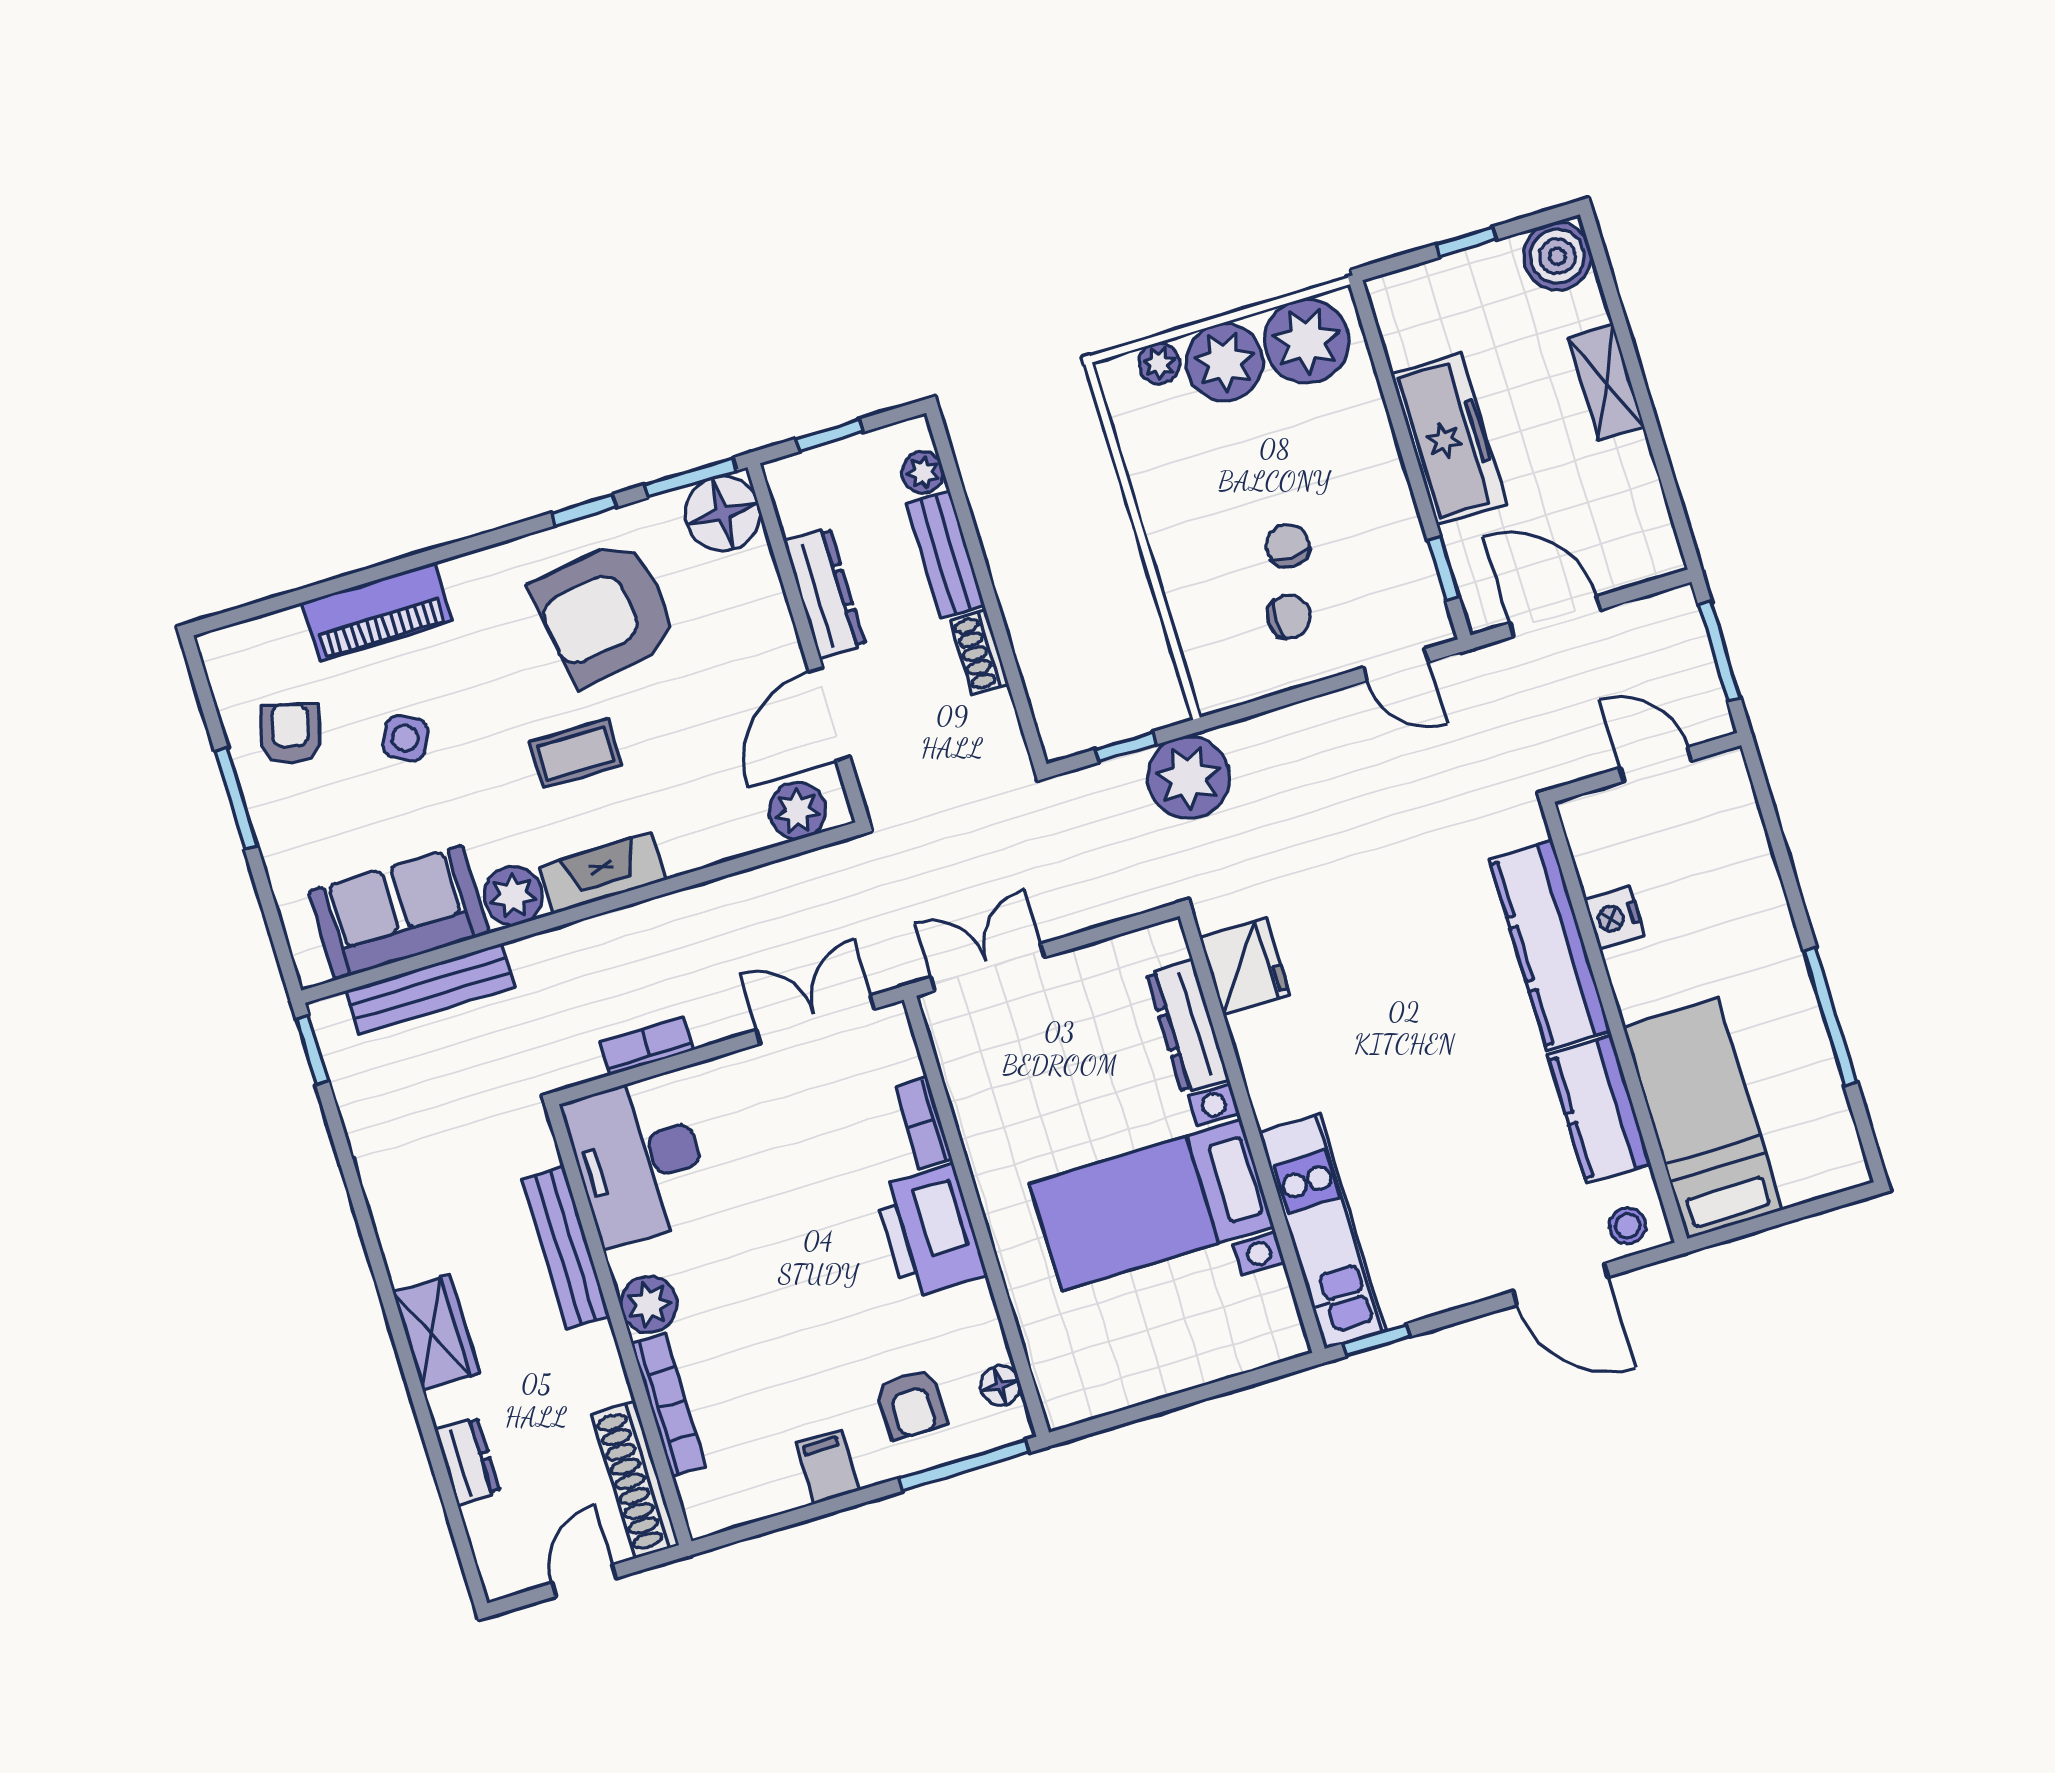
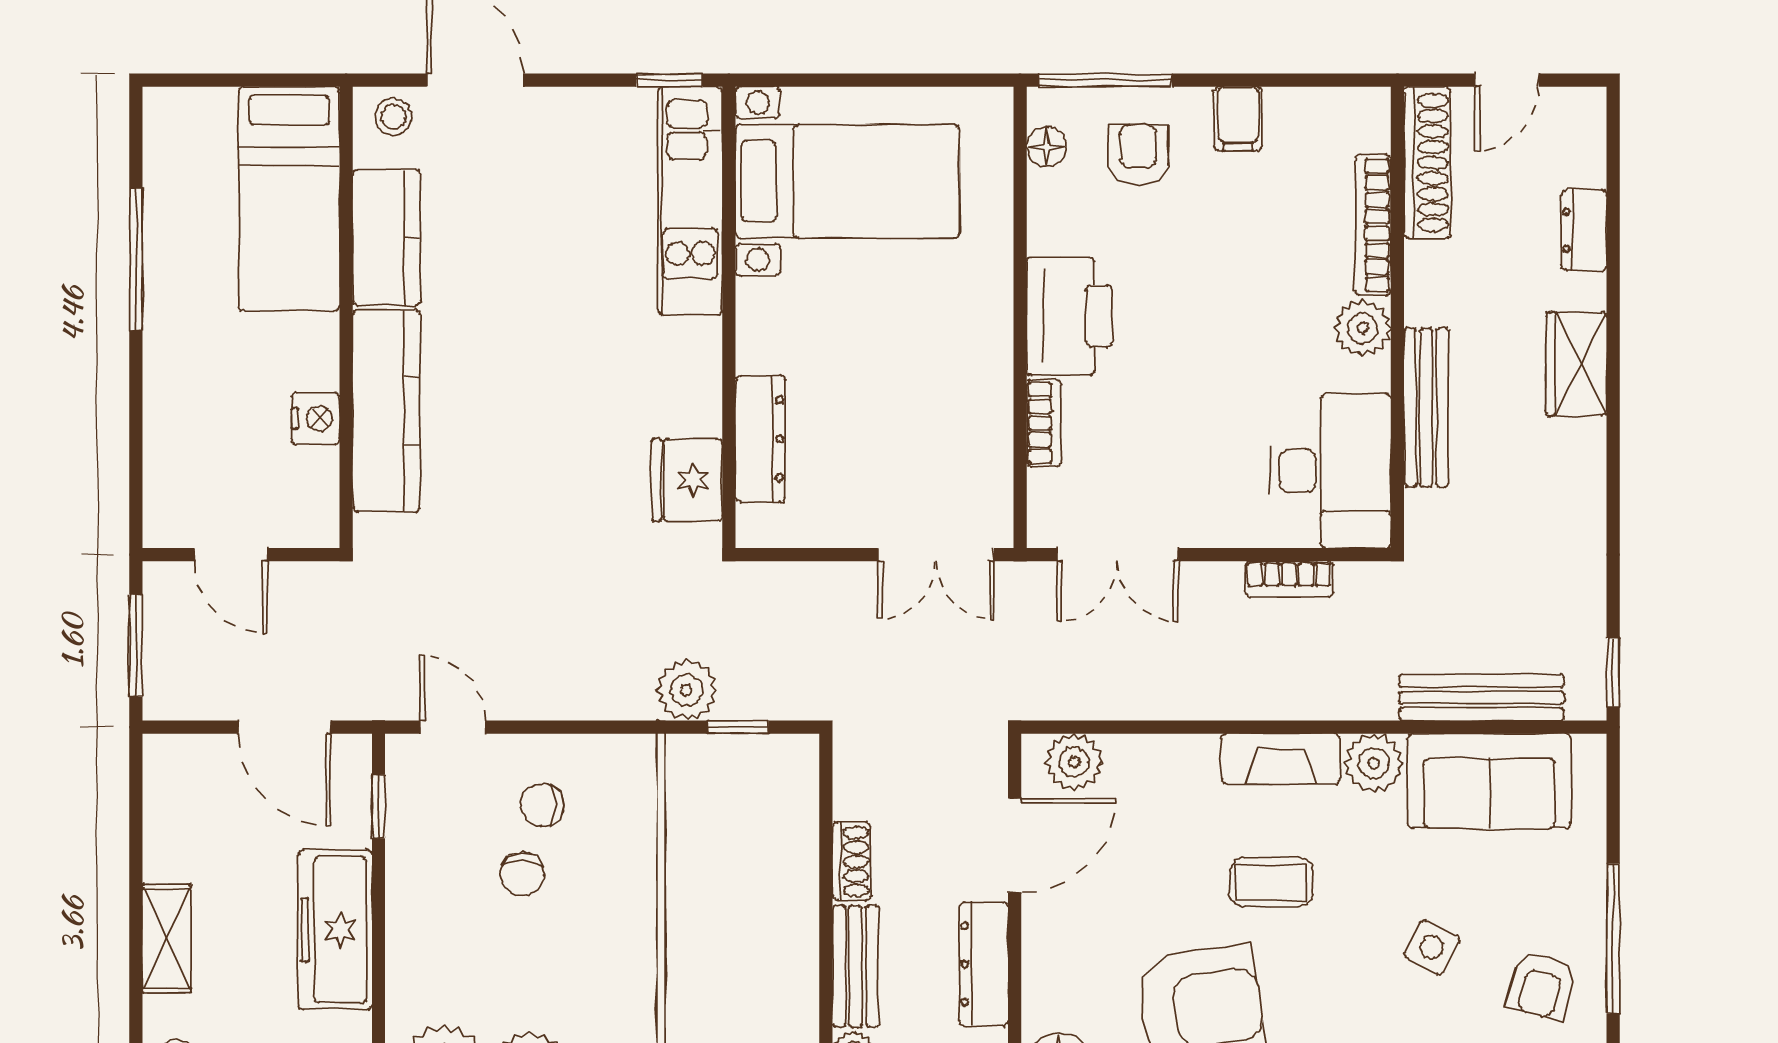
plant: (1188, 778) -> (686, 690), width x0.73, depth x0.73
window: (236, 798) -> (1613, 939), width x1.44
bed with nightstands: (1152, 1205) -> (847, 181), moved

